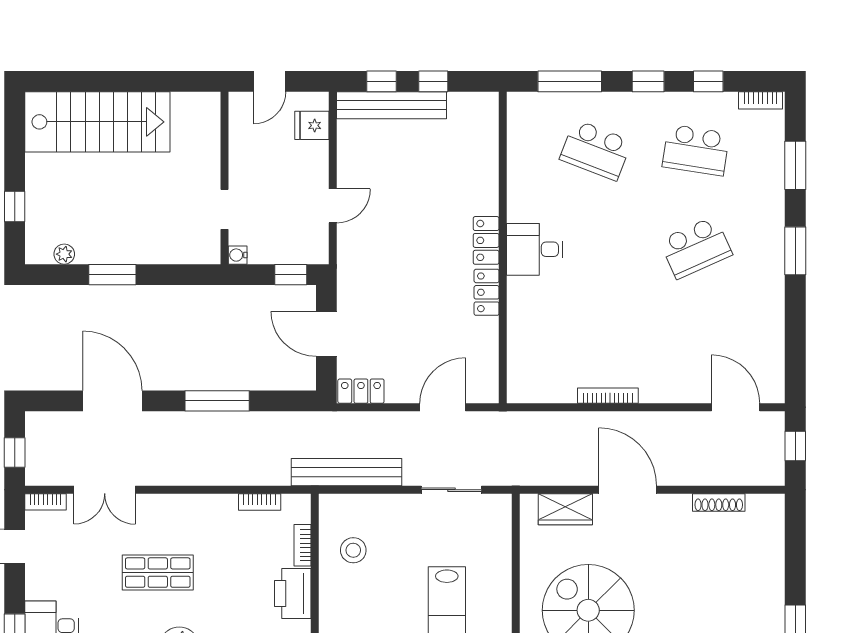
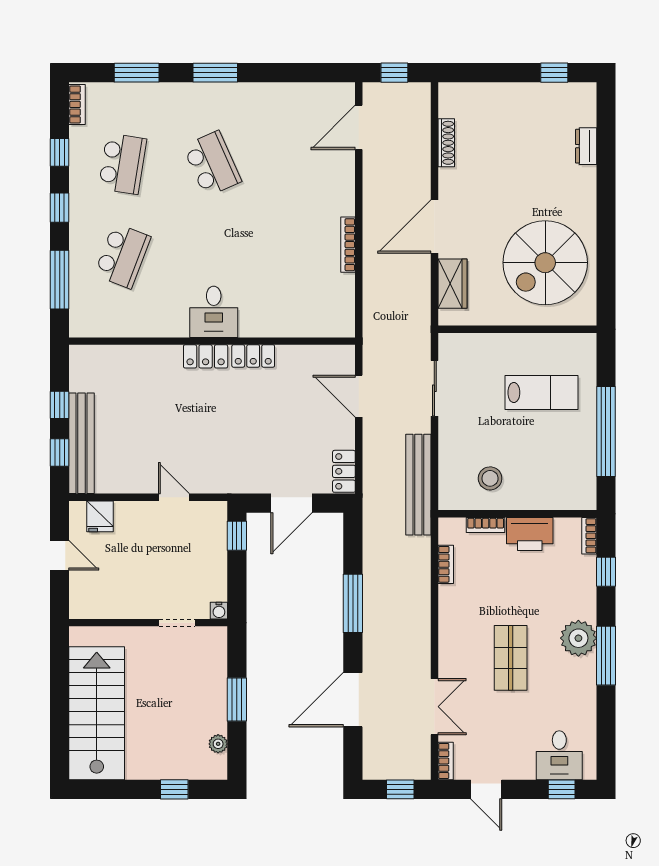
wall: (225, 178) -> (148, 623), moved
doorway: (225, 209) -> (177, 623), moved
water cooler: (238, 255) -> (219, 611), moved

